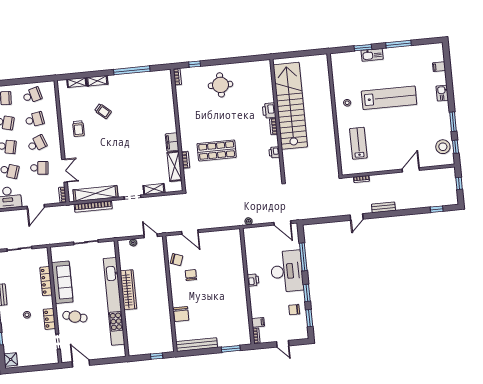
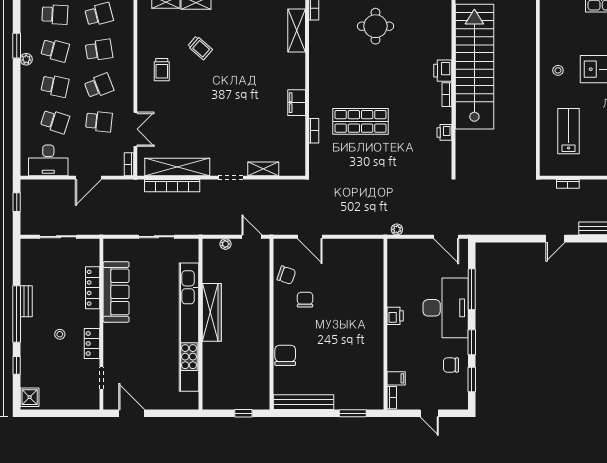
shelving: (174, 166) -> (297, 30), moved
chair: (181, 314) -> (285, 355), turned 180
cafe table: (75, 317) -> (130, 344), removed

